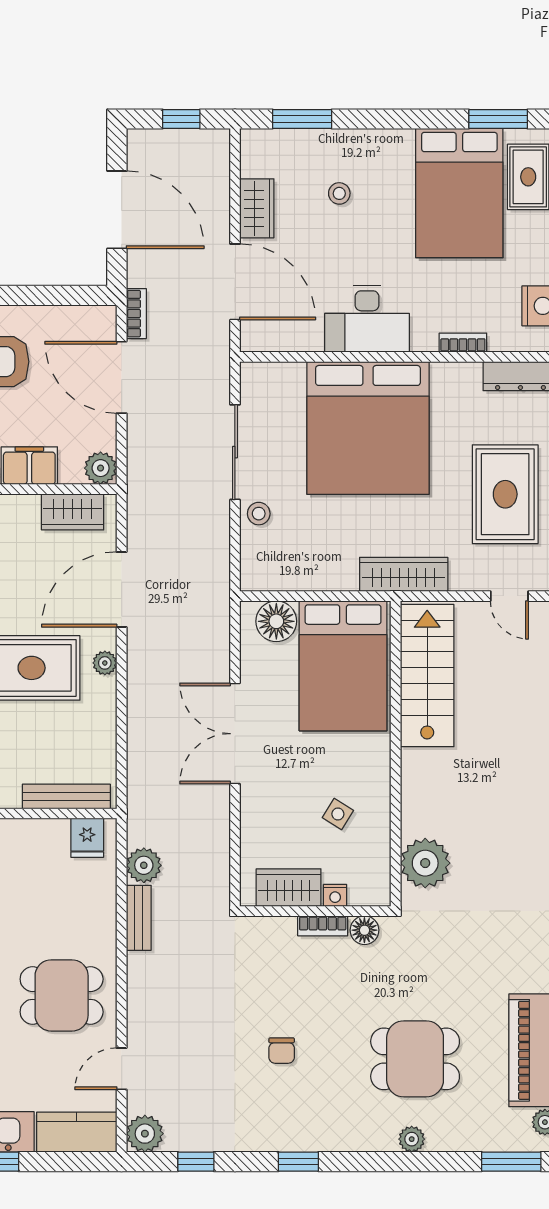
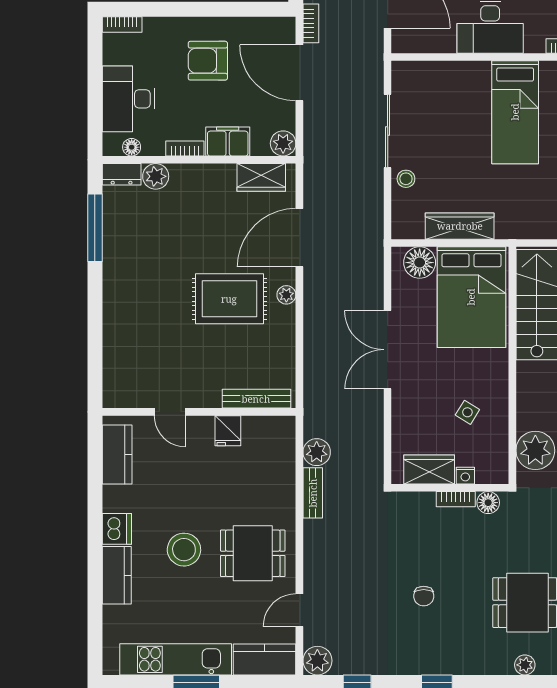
bed: (368, 428) -> (515, 112), width x0.49
wardrobe: (404, 574) -> (460, 226), moved
fridge: (87, 838) -> (228, 431), moved

